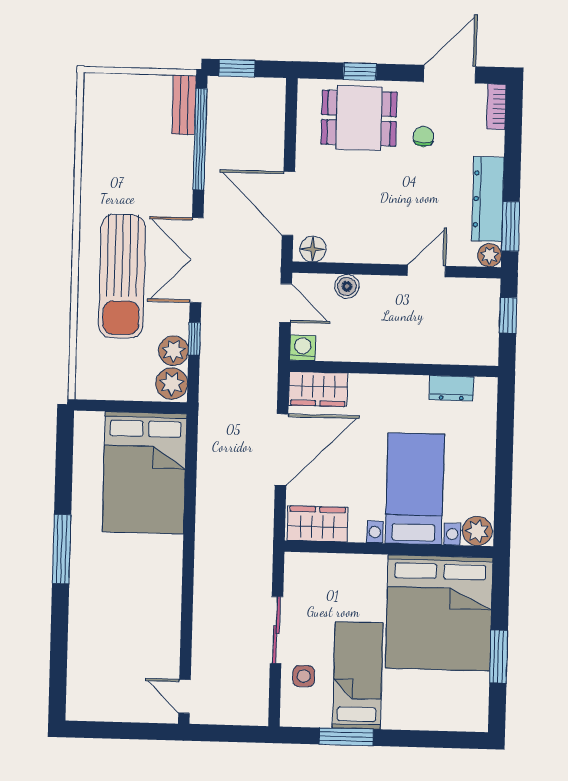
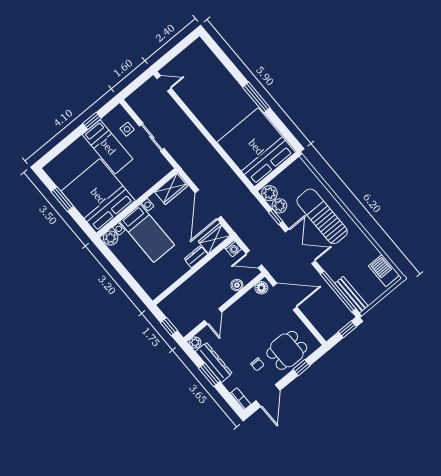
bench: (184, 105) -> (351, 295), width x1.36
barbecue: (101, 108) -> (384, 271), added
window: (511, 226) -> (209, 375), moved
dresser: (451, 388) -> (196, 257), moved
bed: (144, 473) -> (256, 147), width x1.36
window: (346, 737) -> (92, 121), width x0.67

